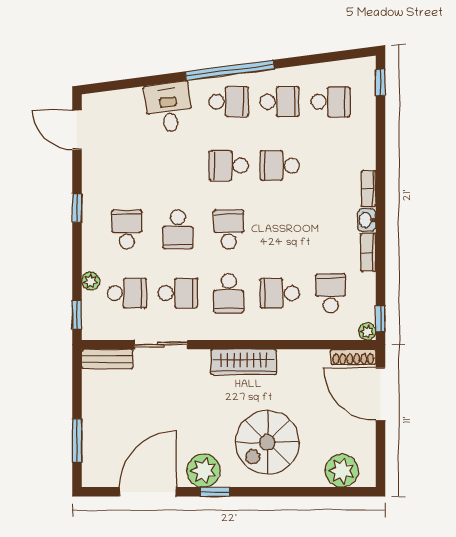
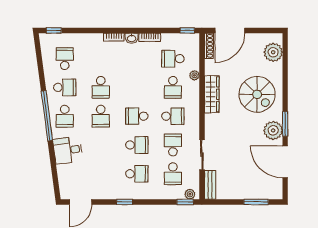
school desk: (229, 102) -> (65, 116), turned 180
school desk: (280, 102) -> (65, 87), turned 90
school desk: (127, 229) -> (137, 174), turned 180
plant: (91, 281) -> (190, 194), moved
school desk: (127, 293) -> (173, 174), turned 180
plant: (367, 331) -> (194, 75), moved
wardrobe: (244, 362) -> (212, 94), moved
window: (215, 492) -> (285, 124), width x1.50

